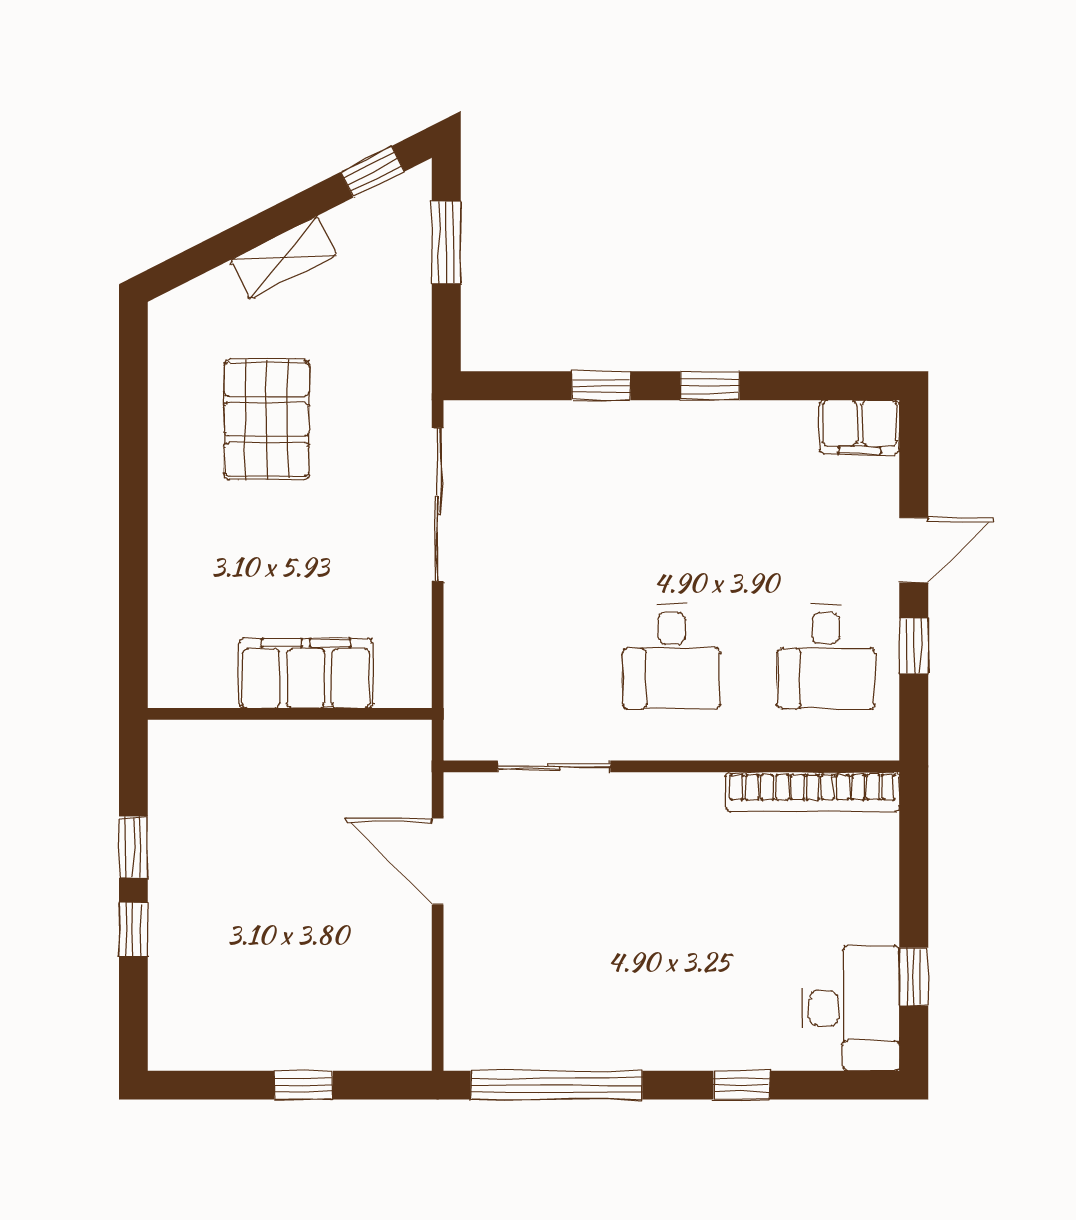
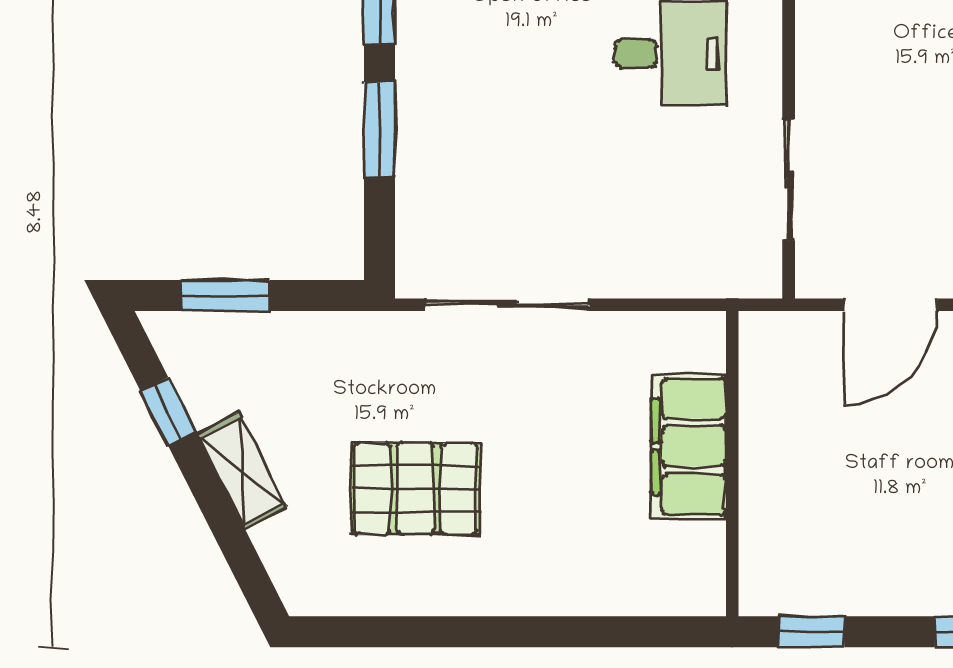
window: (373, 172) -> (168, 411), moved
window: (601, 386) -> (380, 129), width x1.50
window: (133, 847) -> (812, 632), moved

